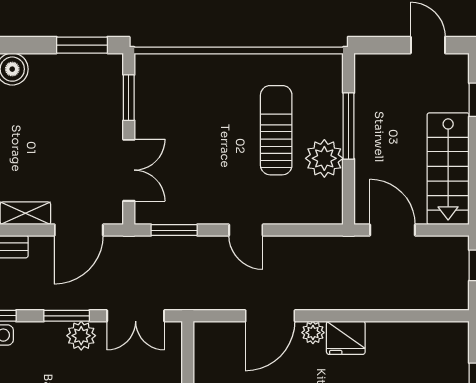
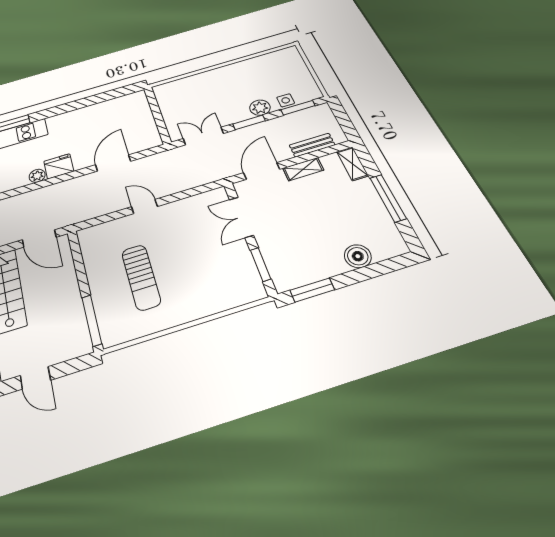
window: (349, 126) -> (92, 320), moved
plant: (324, 158) -> (100, 269), removed
window: (174, 230) -> (195, 191), removed
plant: (313, 333) -> (37, 176), moved
plant: (81, 336) -> (260, 108), moved

